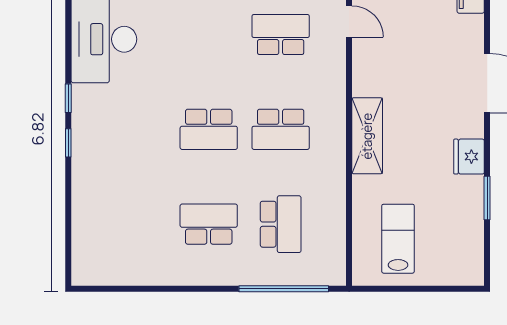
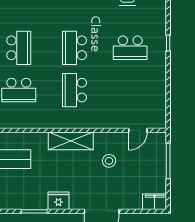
school desk: (281, 34) -> (130, 48), moved, turned 90
stool: (401, 71) -> (109, 161), added

